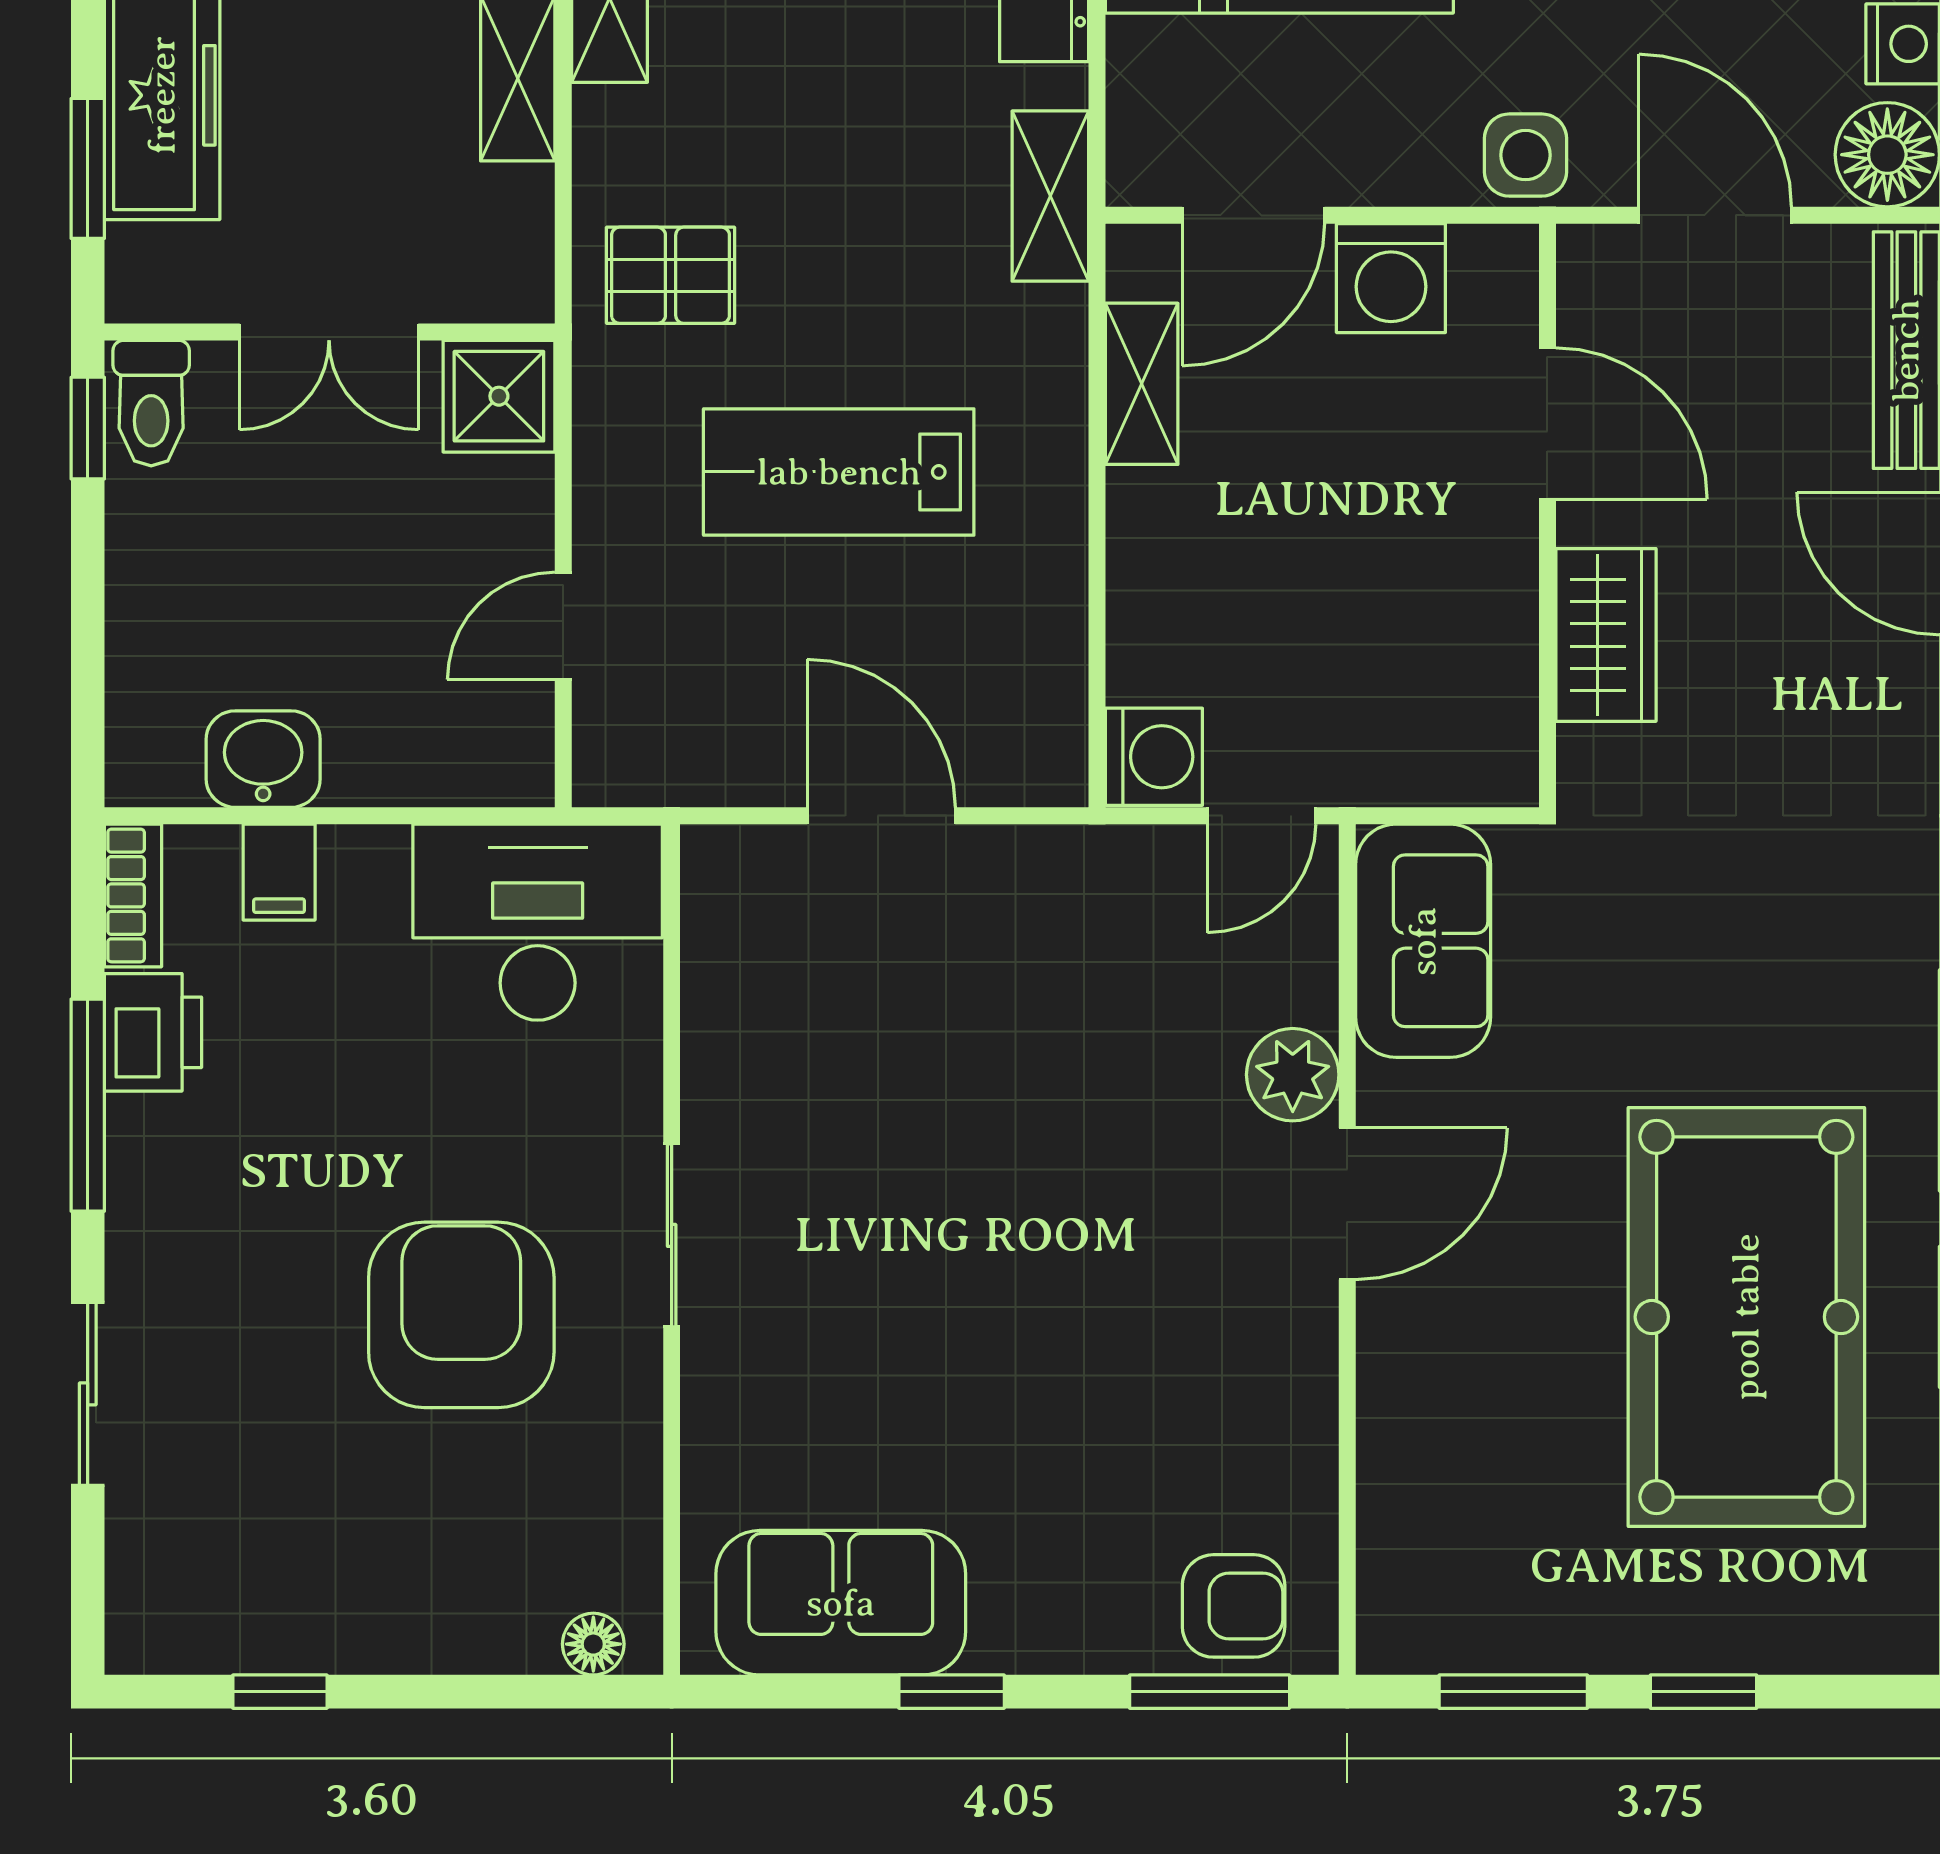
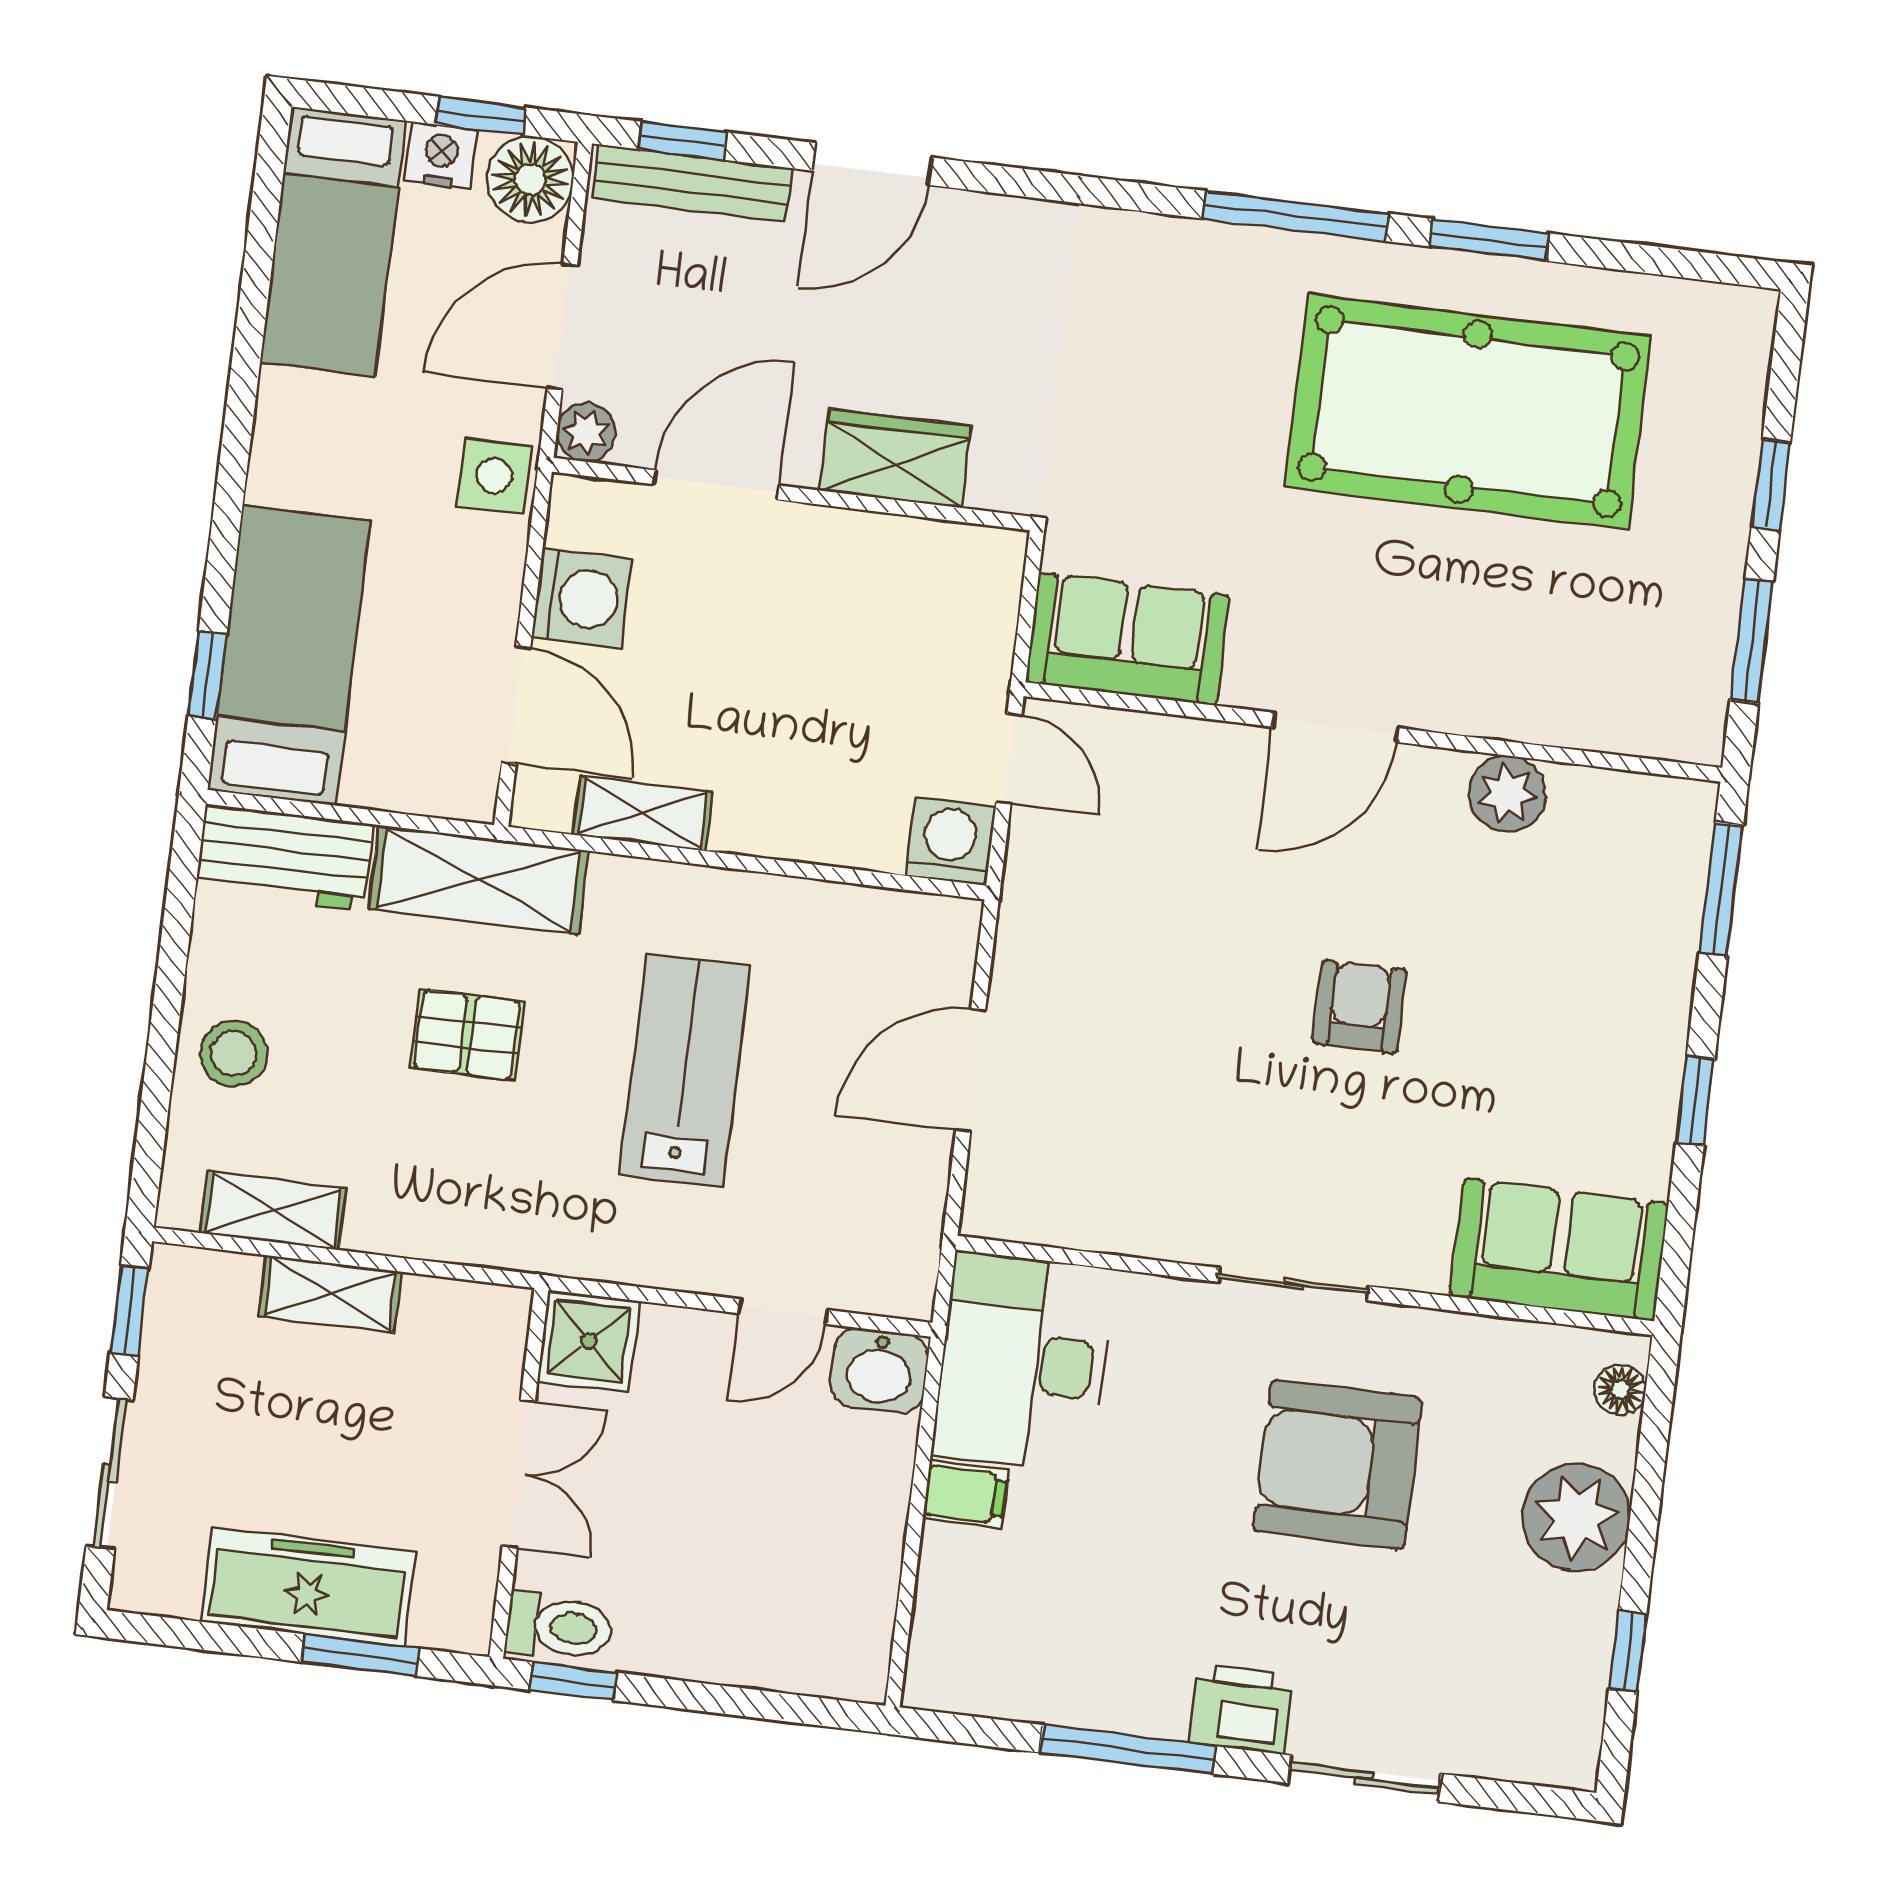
shelving: (1050, 196) -> (479, 880), width x1.50, depth x1.33
plant: (1591, 259) -> (586, 432), added
pallet: (671, 275) -> (467, 1035), moved, turned 90
lab bench: (839, 472) -> (685, 1070), turned 180
door: (563, 626) -> (783, 1312), hinge flipped
washbasin: (263, 759) -> (879, 1371), moved, turned -90
filing cabinet: (279, 872) -> (965, 1495), moved
bookcase: (133, 895) -> (961, 1691), removed
printer: (153, 1032) -> (1240, 1709), moved
plant: (1293, 1075) -> (1507, 794), moved
door: (1347, 1204) -> (1335, 727), swing flipped
sofa: (841, 1603) -> (1559, 1250), moved, turned 90
armchair: (1234, 1606) -> (1360, 1007), moved
plant: (433, 1610) -> (1576, 1517), added

